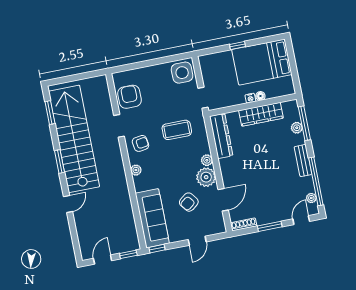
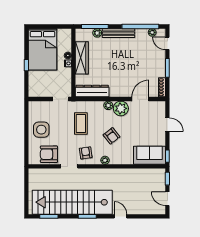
side table: (182, 73) -> (41, 130), moved
bench: (303, 161) -> (118, 33), width x1.36
door: (223, 200) -> (140, 99), hinge flipped
armchair: (189, 202) -> (112, 136), moved
sofa: (152, 218) -> (149, 155), width x0.73

